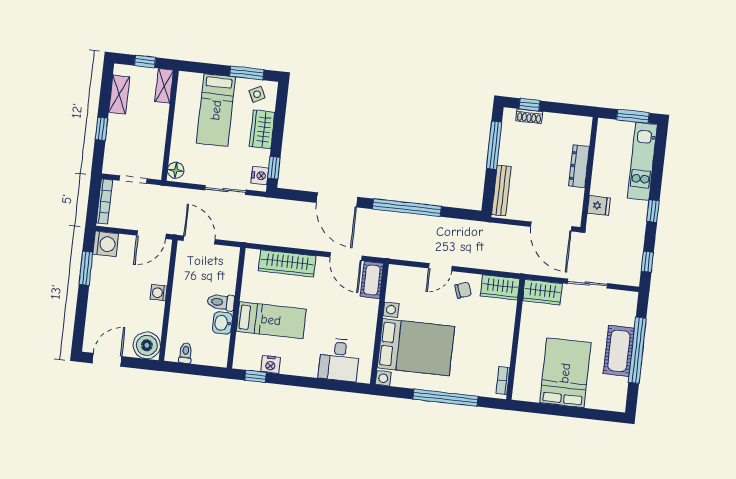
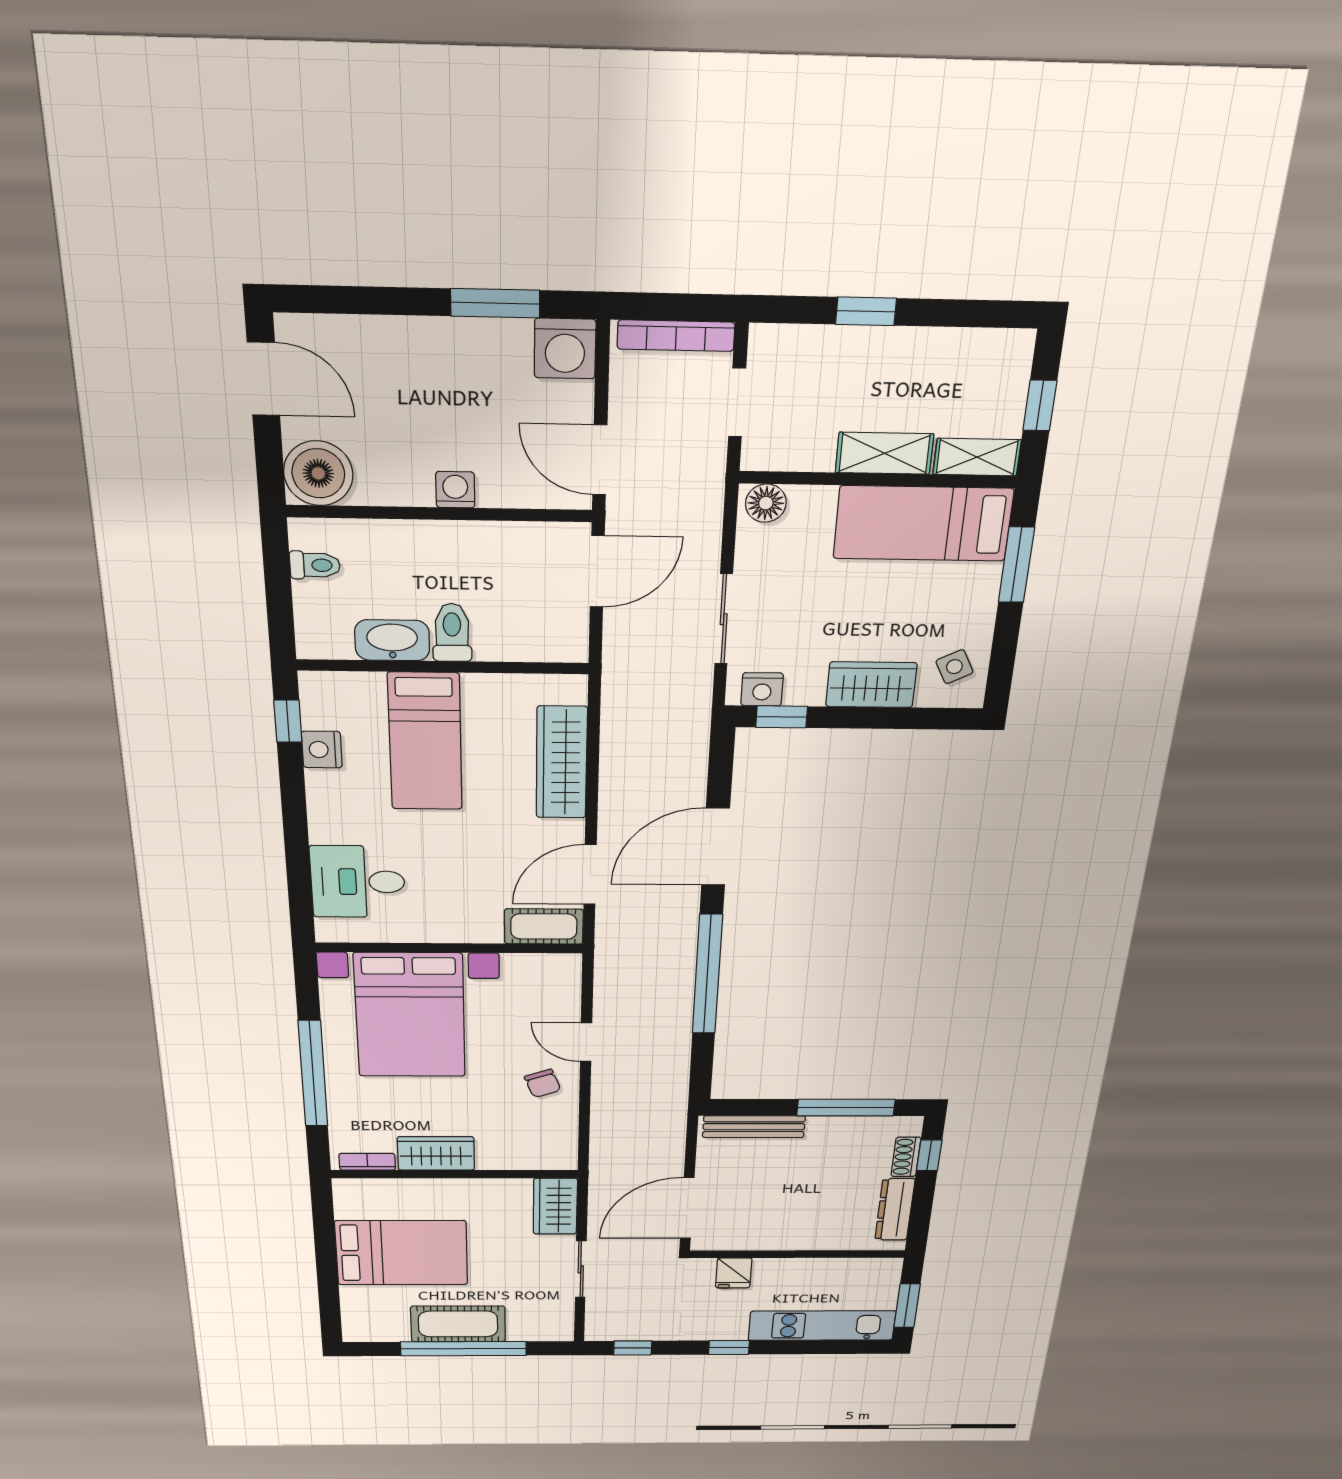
window: (247, 73) -> (1016, 565), moved
shelving: (119, 95) -> (885, 453), moved
bed: (216, 110) -> (923, 524), moved
dresser: (579, 166) -> (895, 1209), moved, turned -90
wardrobe: (500, 287) -> (436, 1153), moved, turned 90
washbasin: (222, 323) -> (392, 640), width x1.38

